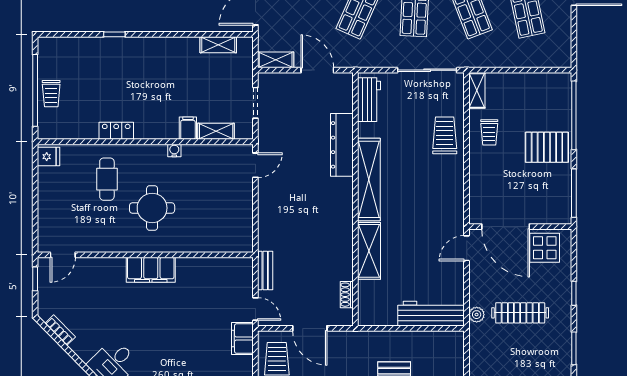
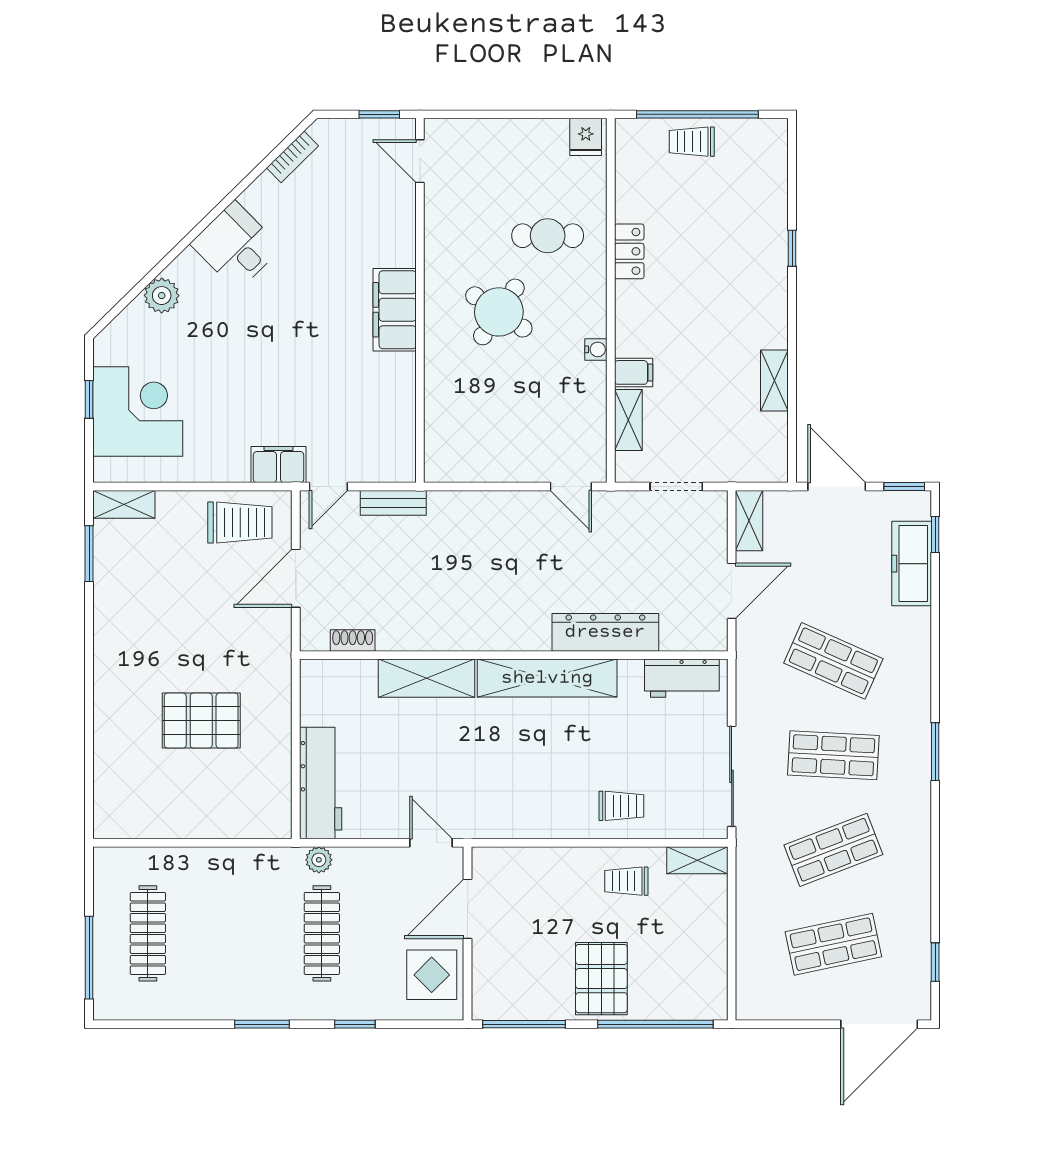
shelving: (218, 45) -> (774, 381), moved
trolley: (445, 135) -> (621, 806), width x0.73, depth x0.72
round table: (152, 208) -> (499, 312), turned 34
door: (506, 227) -> (468, 909), width x0.73

